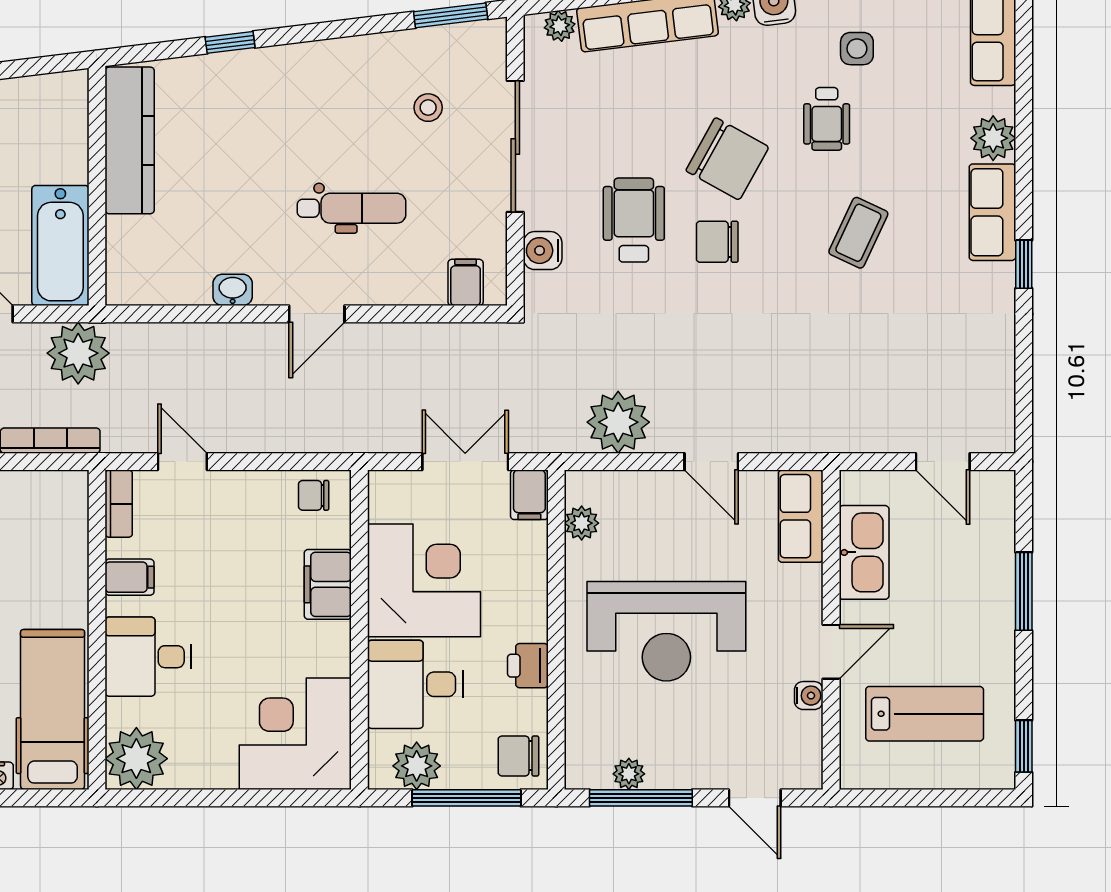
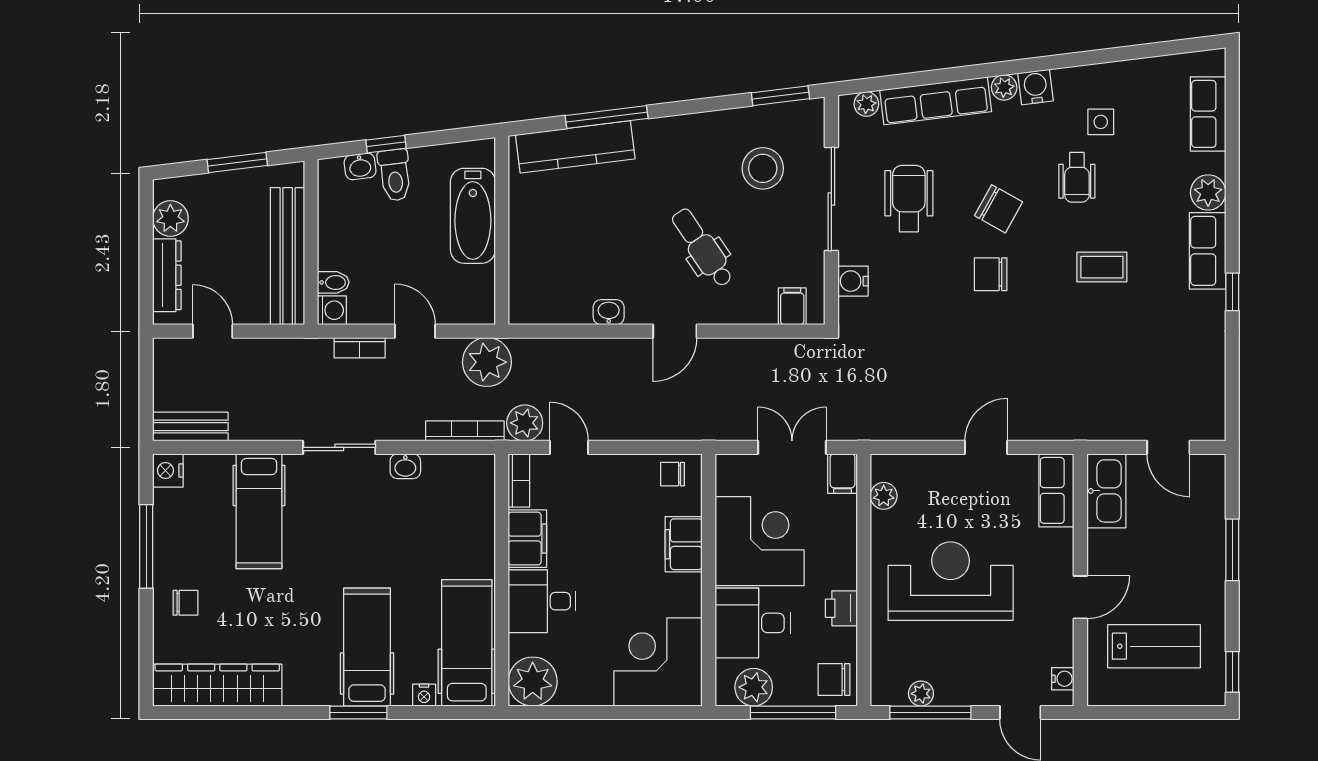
window: (230, 42) -> (607, 117), width x2.17
stool: (428, 108) -> (763, 168), width x1.89, depth x1.89
kitchen counter: (130, 140) -> (575, 147), moved, turned 83
chair: (727, 159) -> (999, 209), width x0.73, depth x0.73
dental chair: (352, 208) -> (702, 248), turned -124
wheelchair: (634, 220) -> (909, 199), moved
coffee table: (858, 233) -> (1102, 267), turned 65
bathtub: (60, 246) -> (473, 216), moved
plant: (618, 422) -> (525, 423), moved, width x0.73, depth x0.73
door: (711, 462) -> (986, 447), swing flipped
kitchen sink: (864, 552) -> (1106, 491), moved
filing cabinet: (129, 577) -> (527, 539), width x2.00
reception desk: (666, 631) -> (951, 581), turned 180
water cooler: (809, 696) -> (1063, 679), moved

